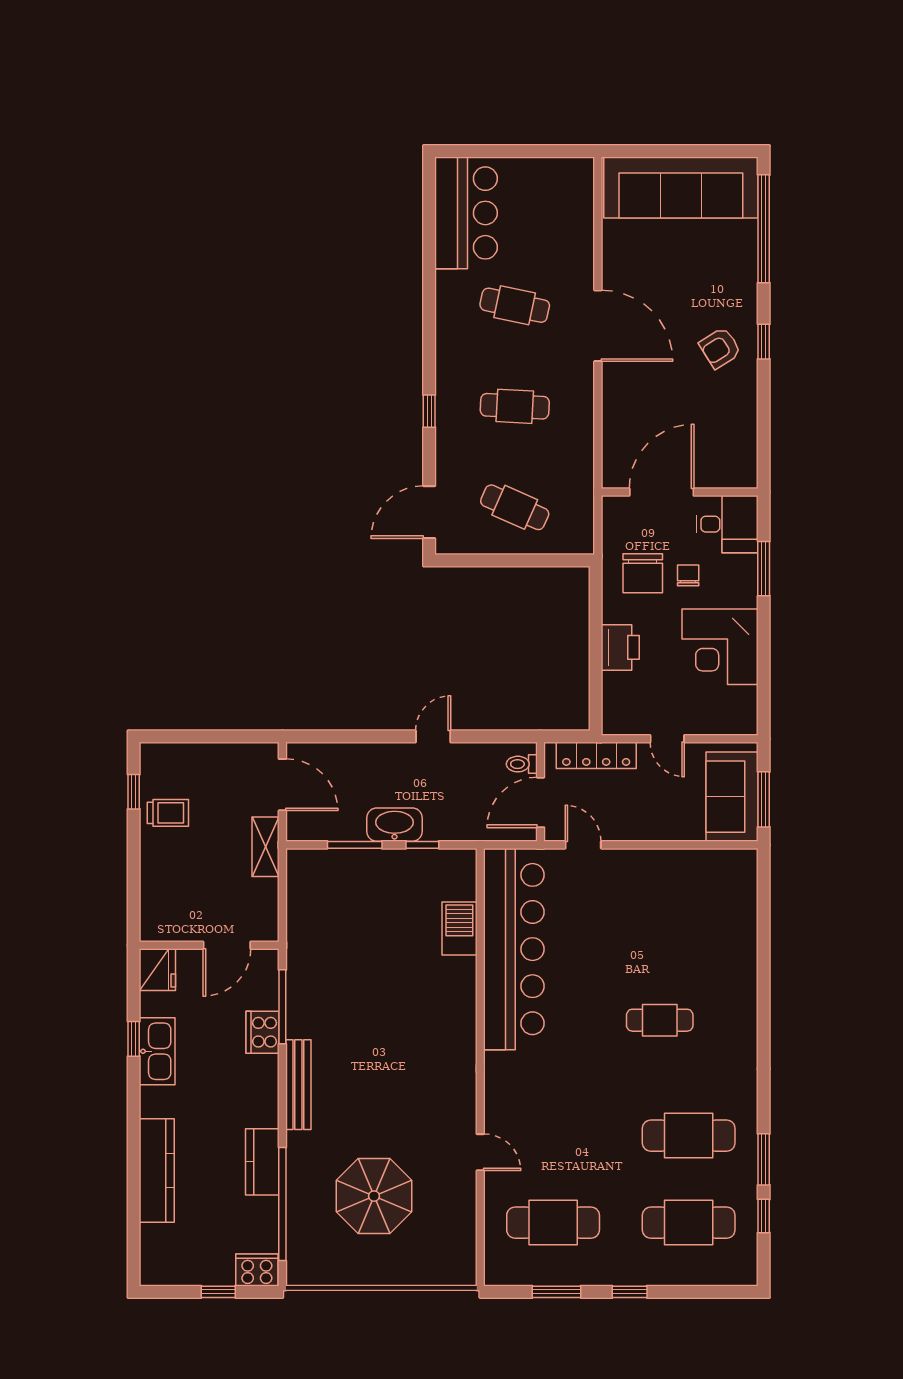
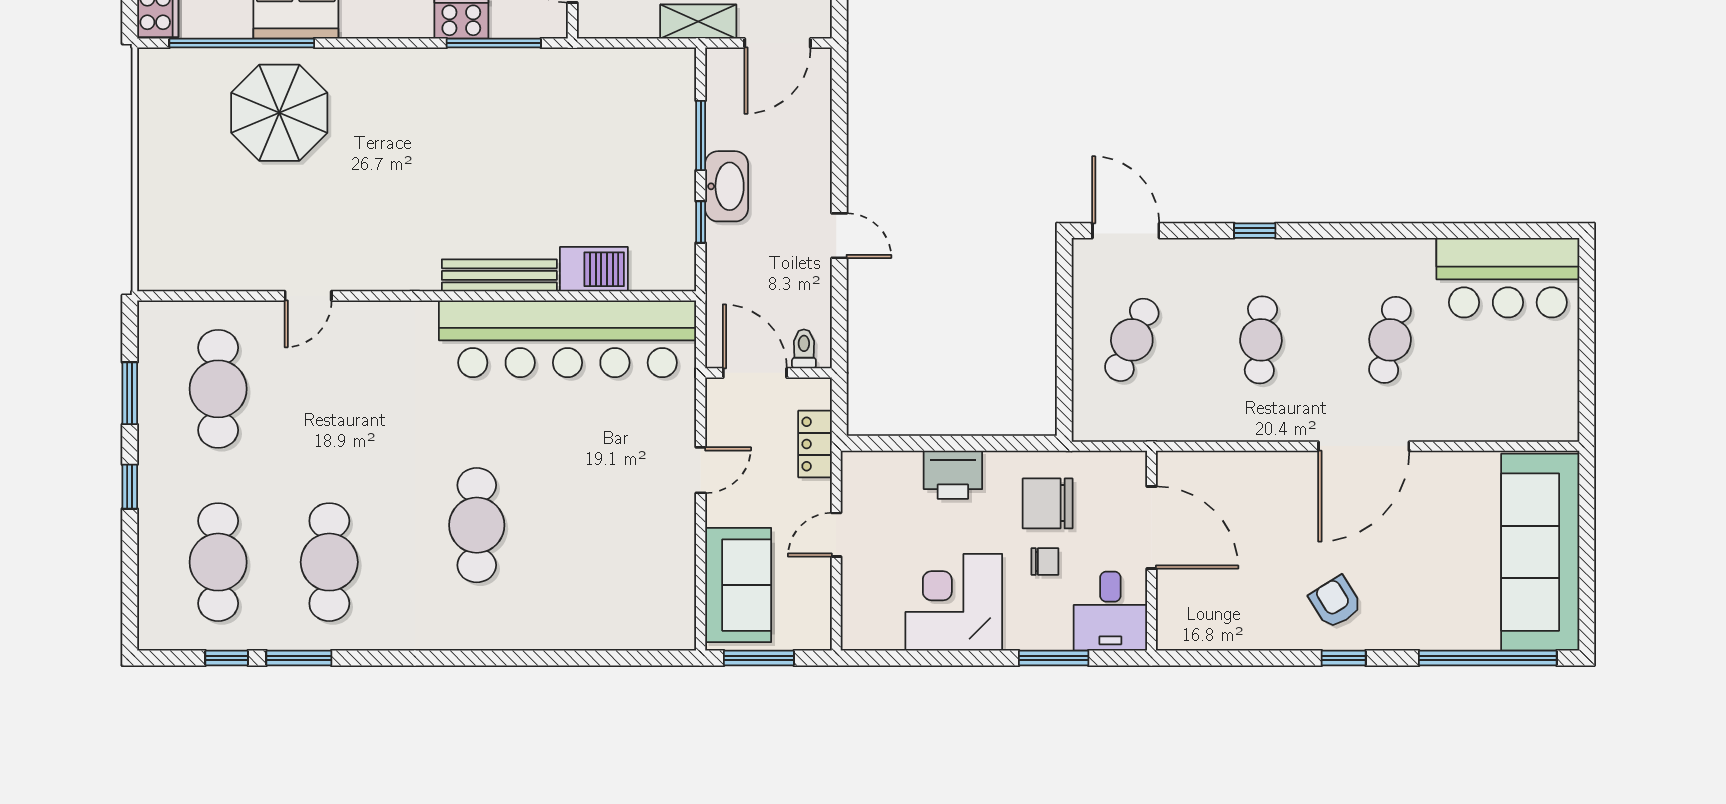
locker: (596, 755) -> (815, 444), width x0.66
sofa: (732, 797) -> (738, 585), moved, turned 90
door: (583, 845) -> (701, 470), moved
cafe table: (660, 1020) -> (477, 525), width x1.37, depth x1.35
bench: (298, 1085) -> (499, 275), moved
parasol: (374, 1196) -> (279, 113), moved

